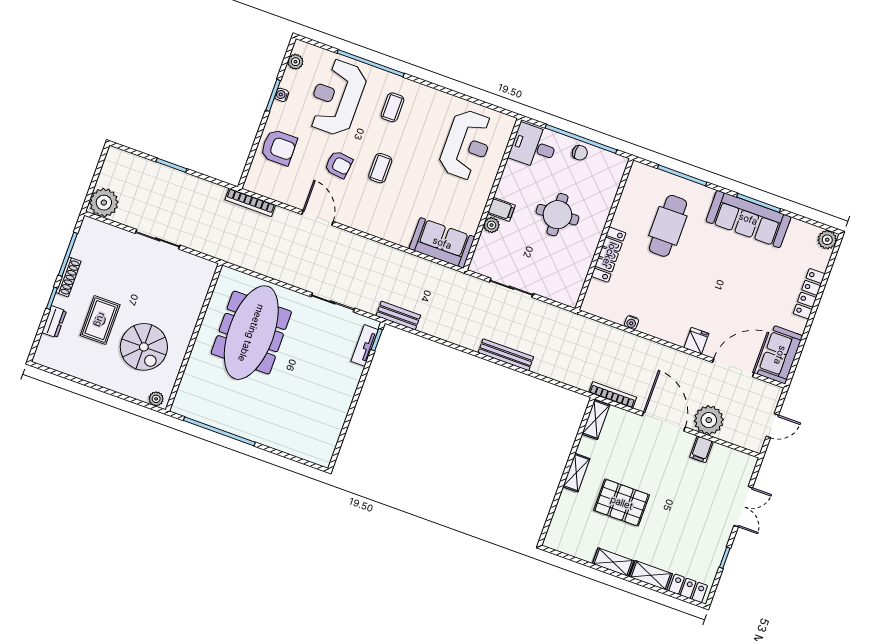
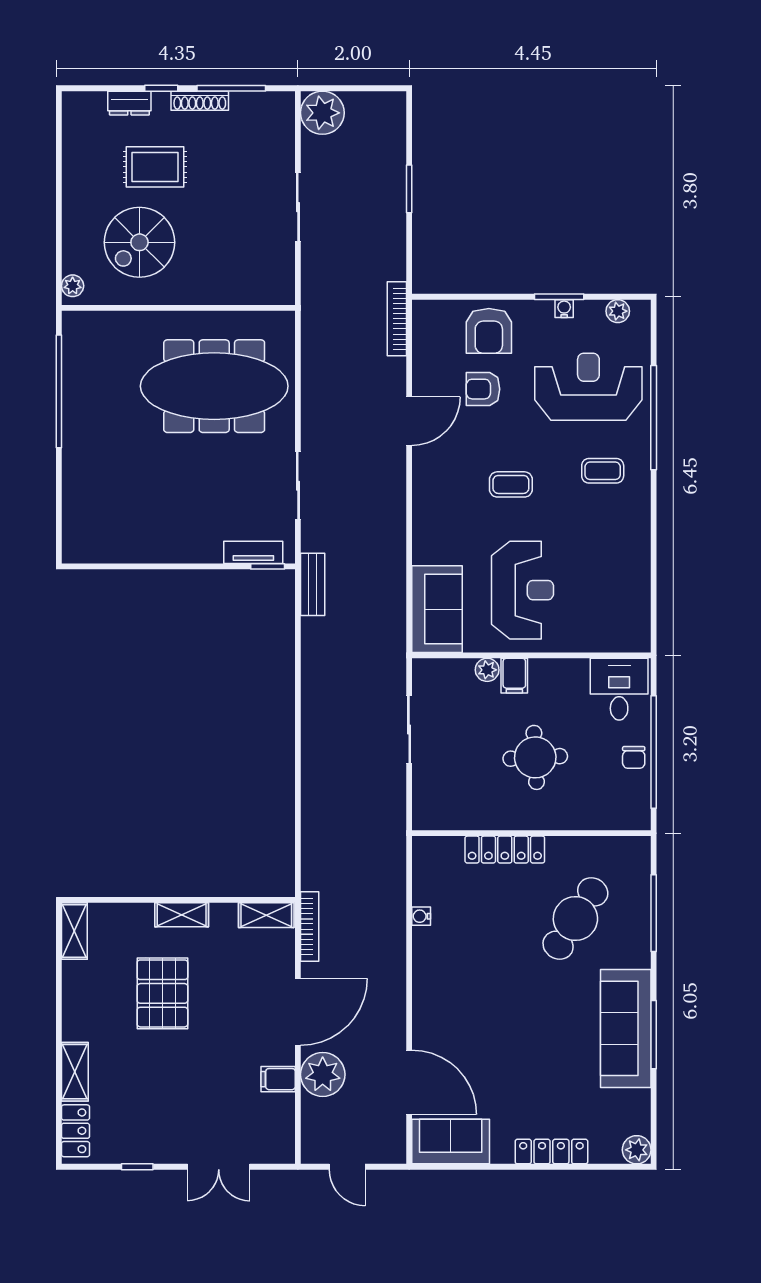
reception desk: (467, 145) -> (522, 590), moved, turned -90
armchair: (339, 165) -> (483, 389), moved, turned 83
cafe table: (668, 226) -> (575, 919), turned -57
fridge: (696, 341) -> (428, 1017), removed
bench: (506, 355) -> (312, 756), removed
shelving: (613, 562) -> (74, 931), moved

